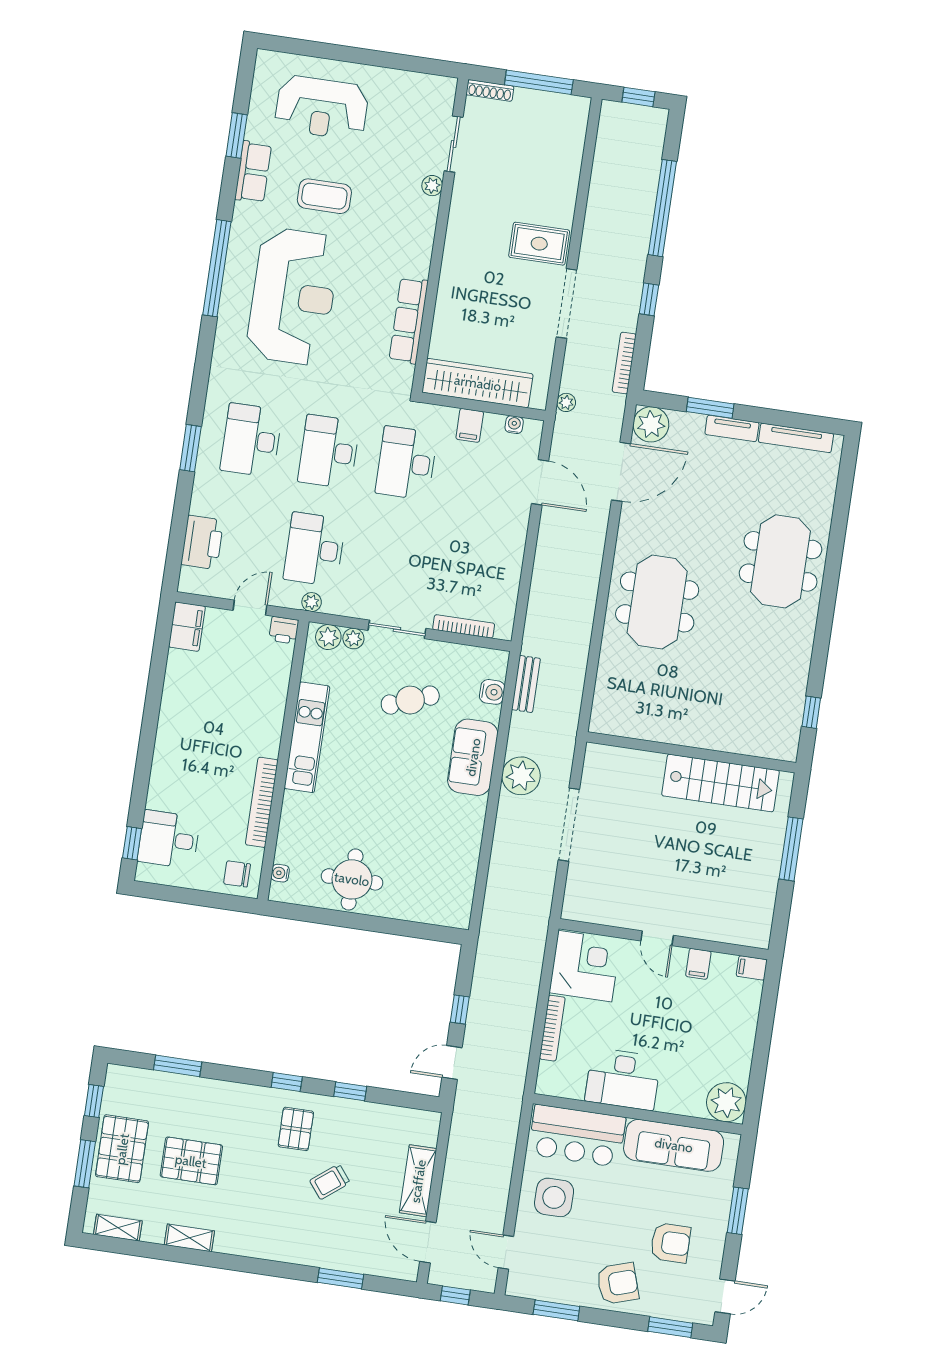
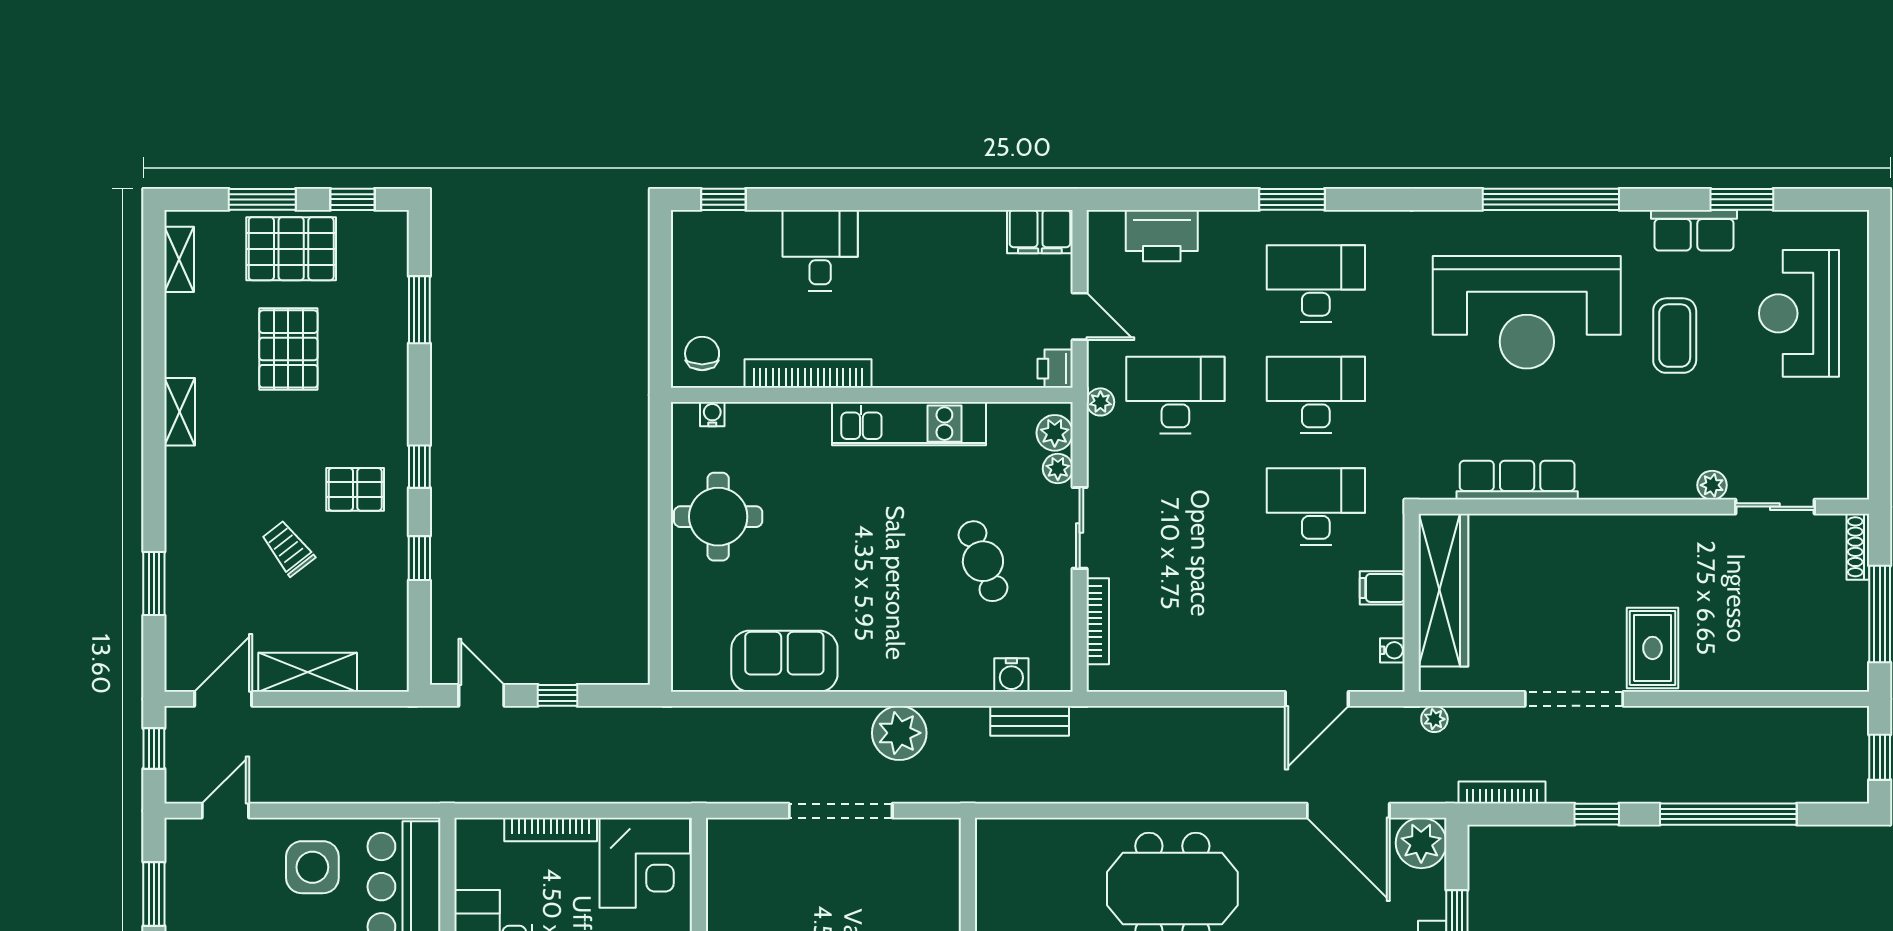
sofa: (473, 757) -> (784, 661), moved
desk: (169, 839) -> (820, 250), moved
shelving: (189, 1238) -> (180, 412), moved

